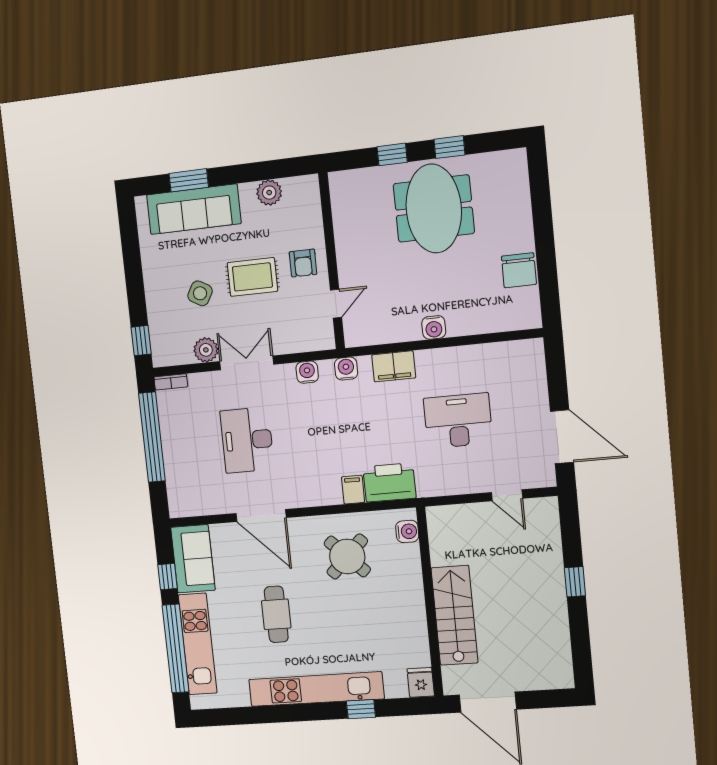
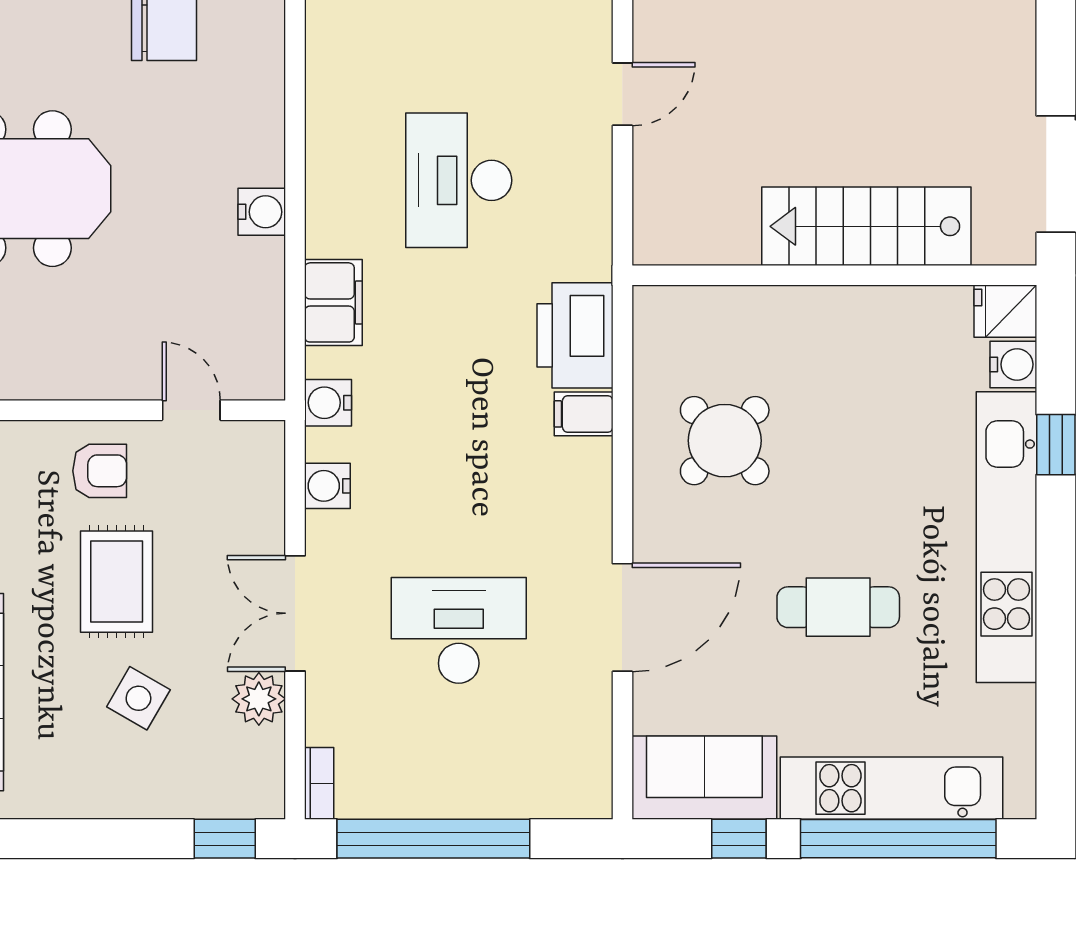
desk: (247, 440) -> (459, 630), turned 180
water cooler: (407, 531) -> (1013, 364), moved, turned 90

